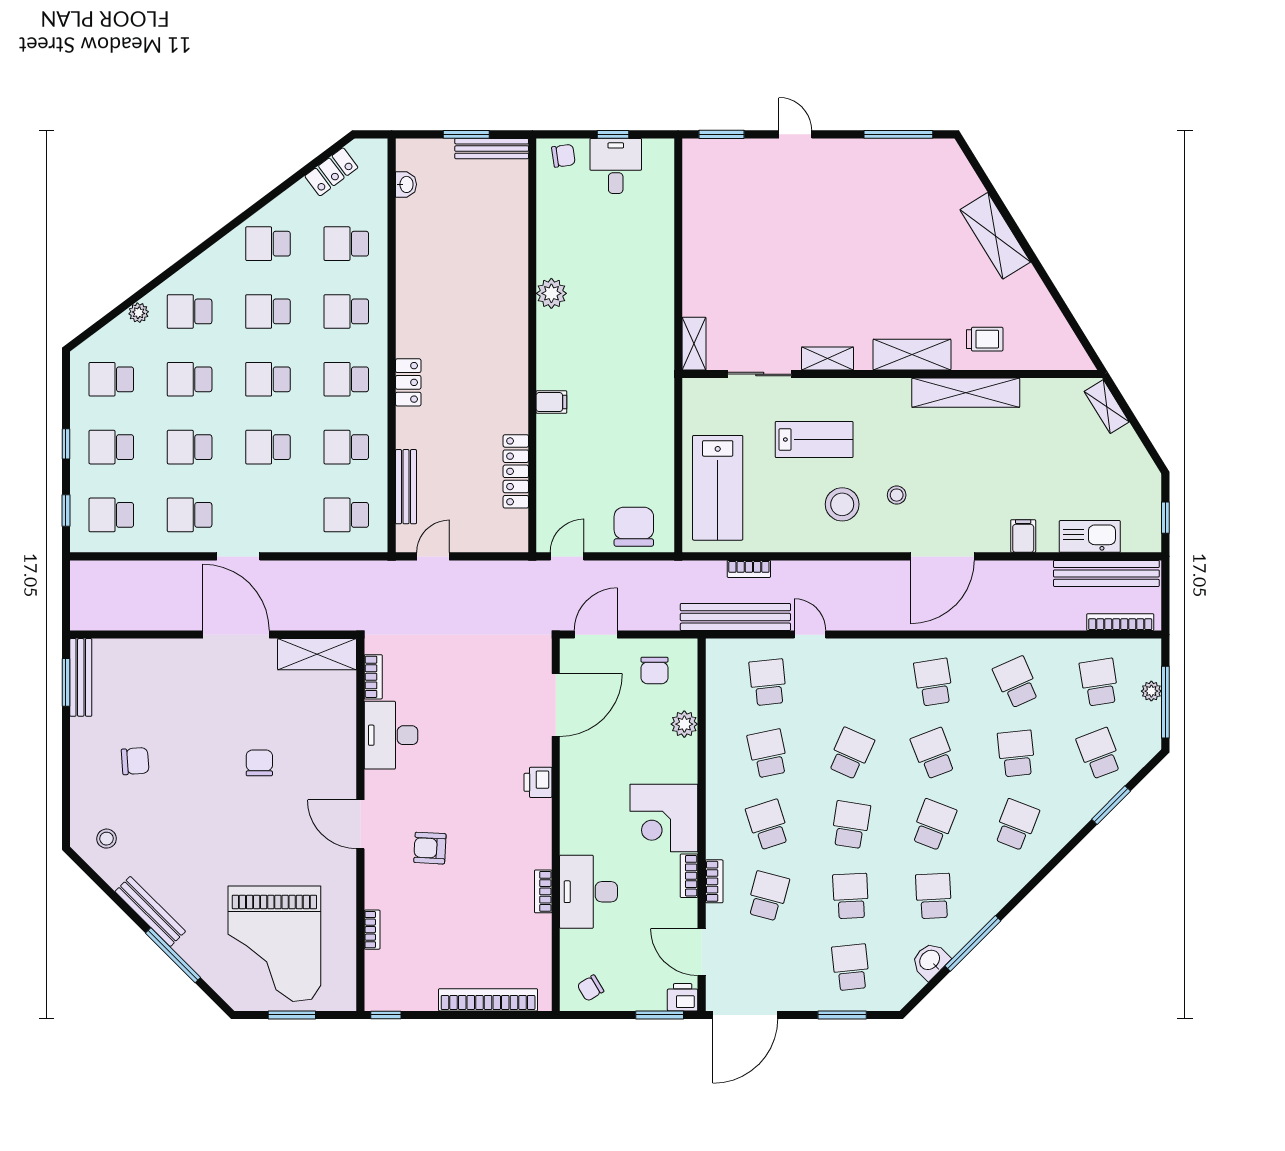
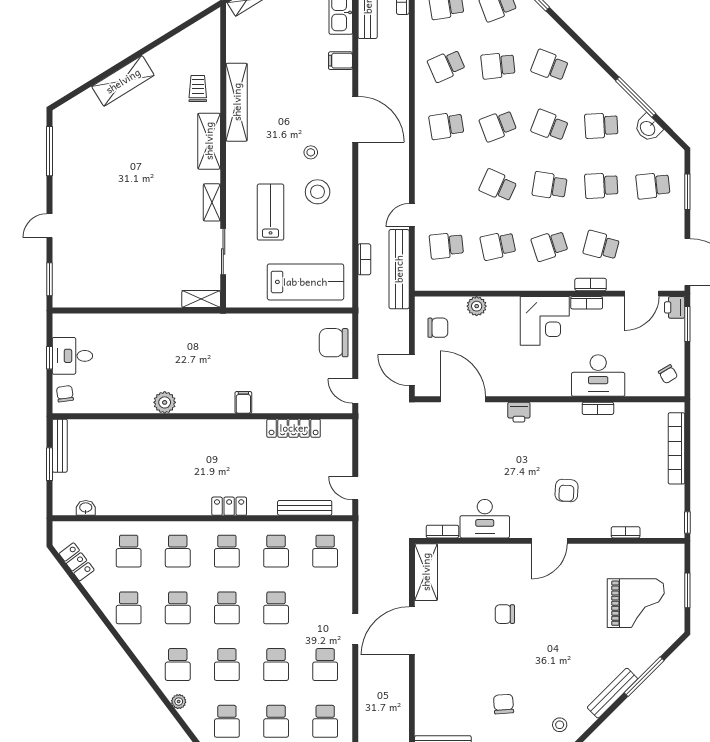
grand piano: (274, 944) -> (636, 603), width x0.73, depth x0.68

